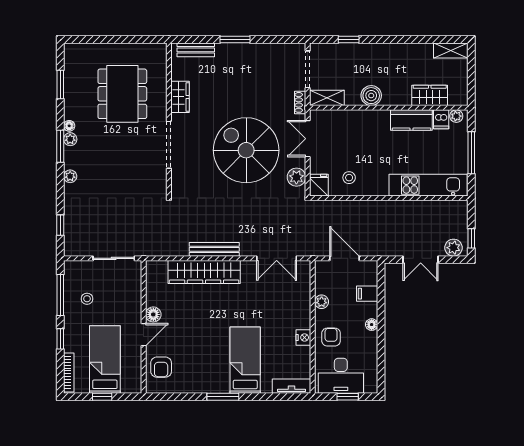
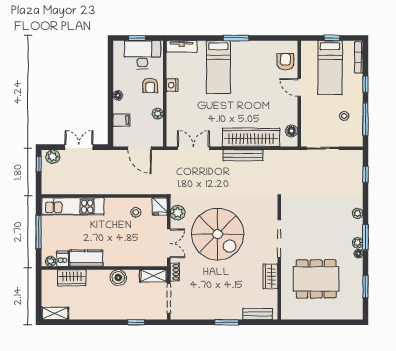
dining table: (122, 94) -> (316, 279), turned 90
floor lamp: (153, 314) -> (292, 131), moved
door: (144, 335) -> (299, 87), hinge flipped

